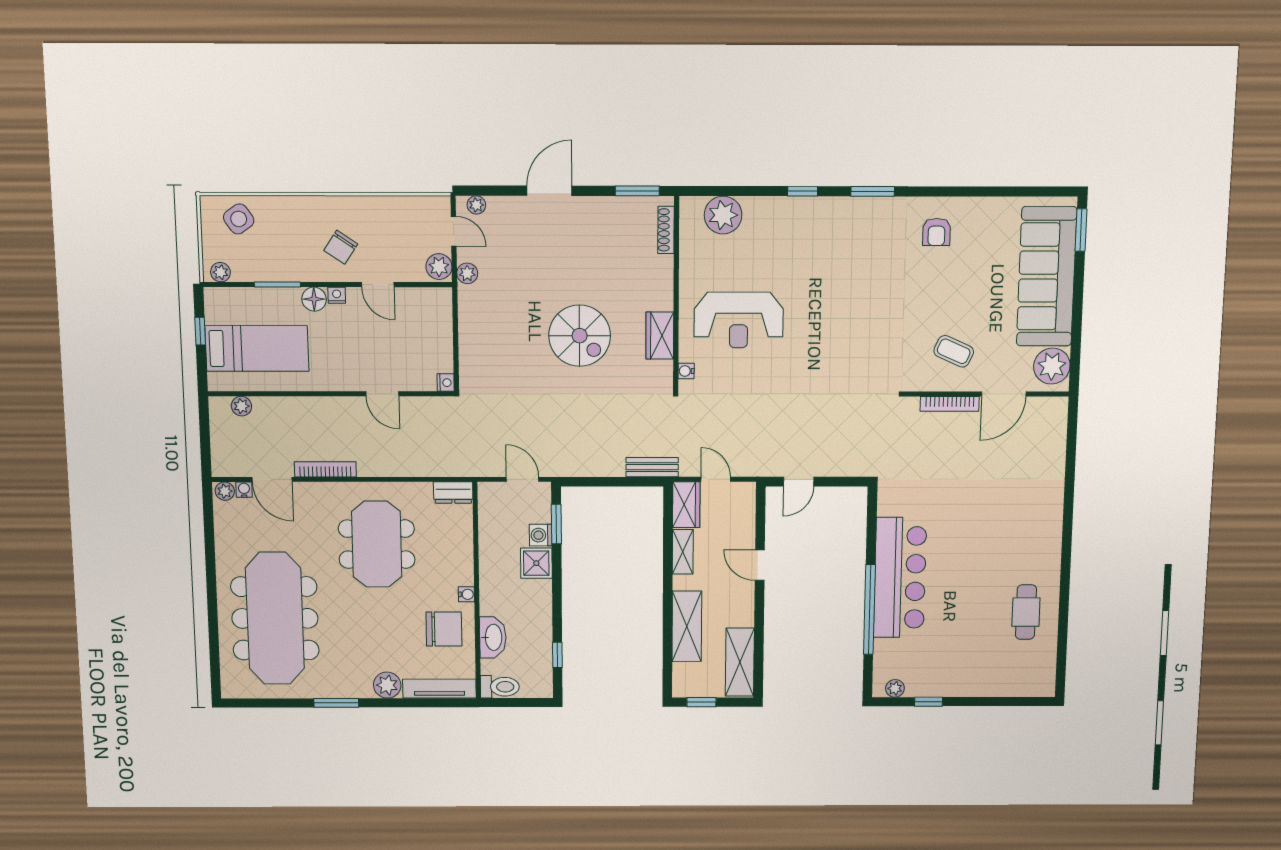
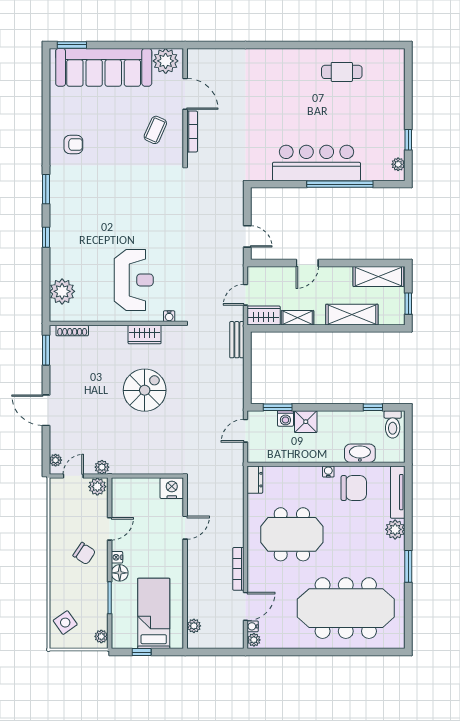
nightstand: (446, 383) -> (172, 488), width x1.89, depth x1.79
chair: (444, 629) -> (354, 488), turned 90
toilet: (500, 687) -> (393, 424), moved, turned 180

